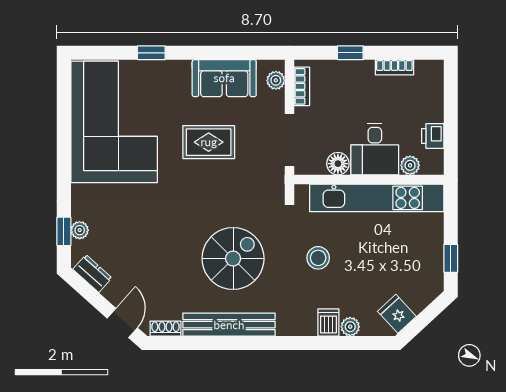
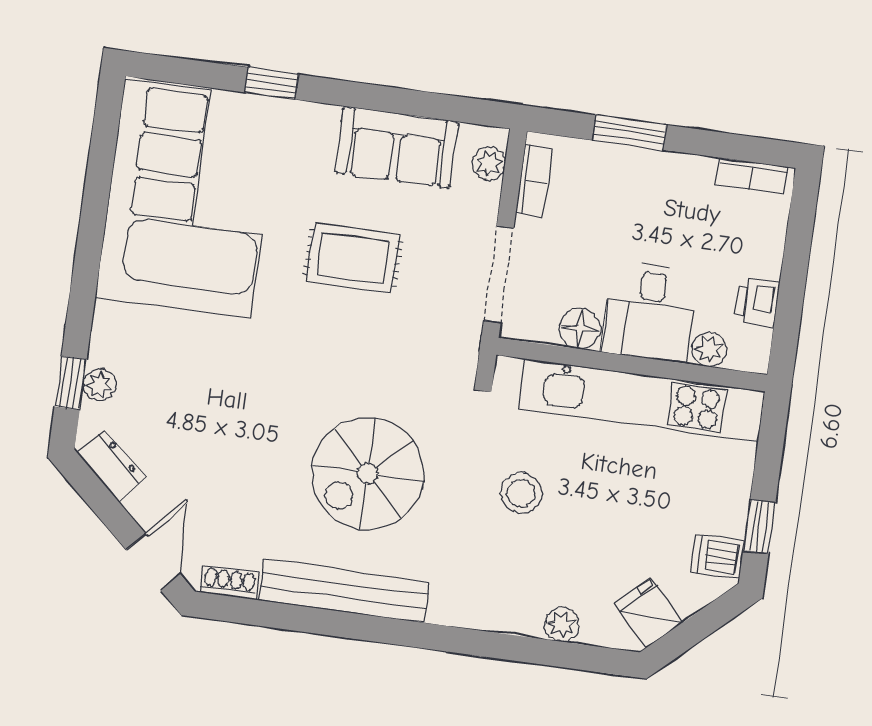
window: (350, 53) -> (629, 132), width x1.50
bookcase: (394, 67) -> (752, 176), moved
spiral stairs: (233, 259) -> (368, 473), turned 180
dishwasher: (328, 323) -> (718, 557), moved, turned -90

